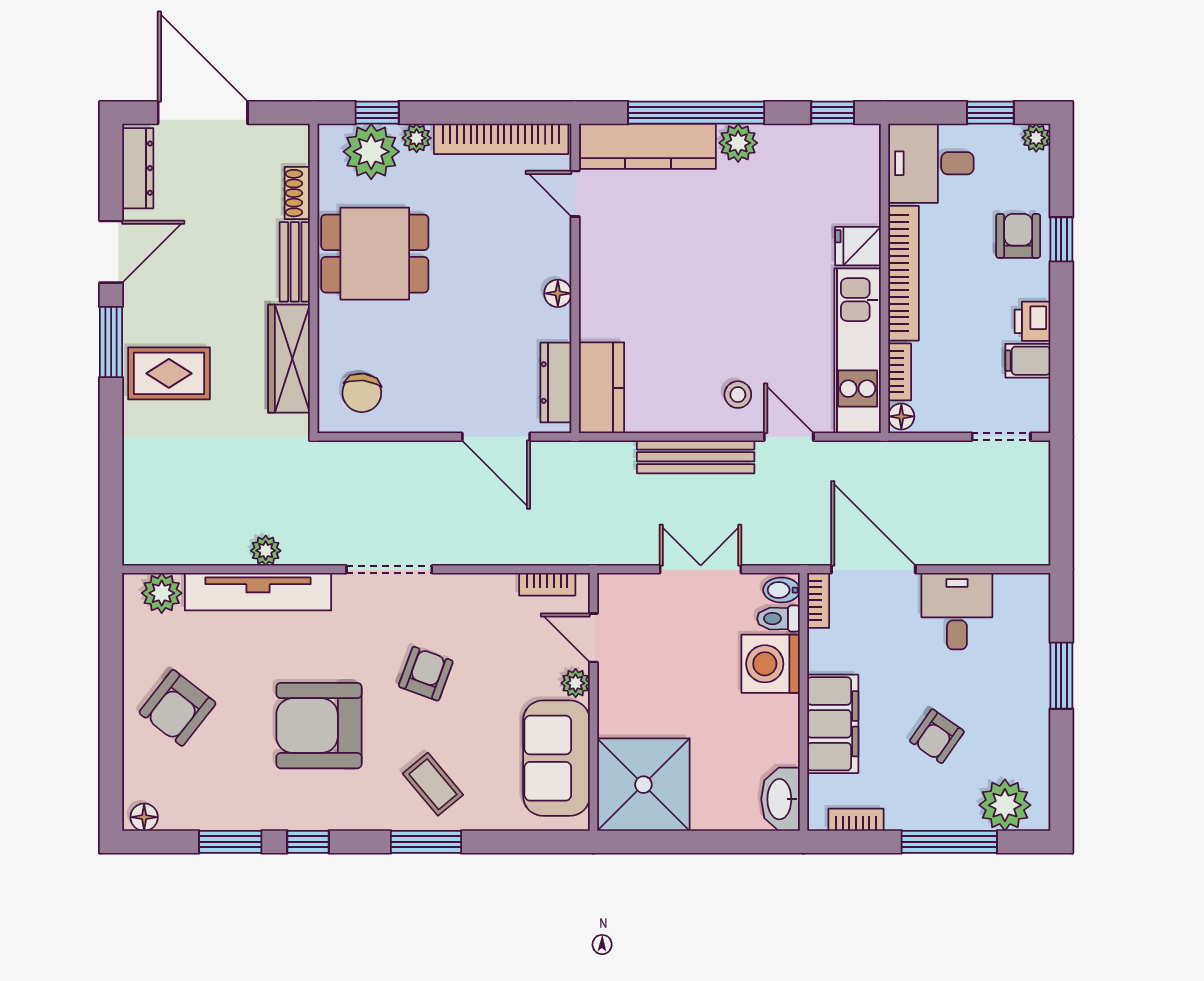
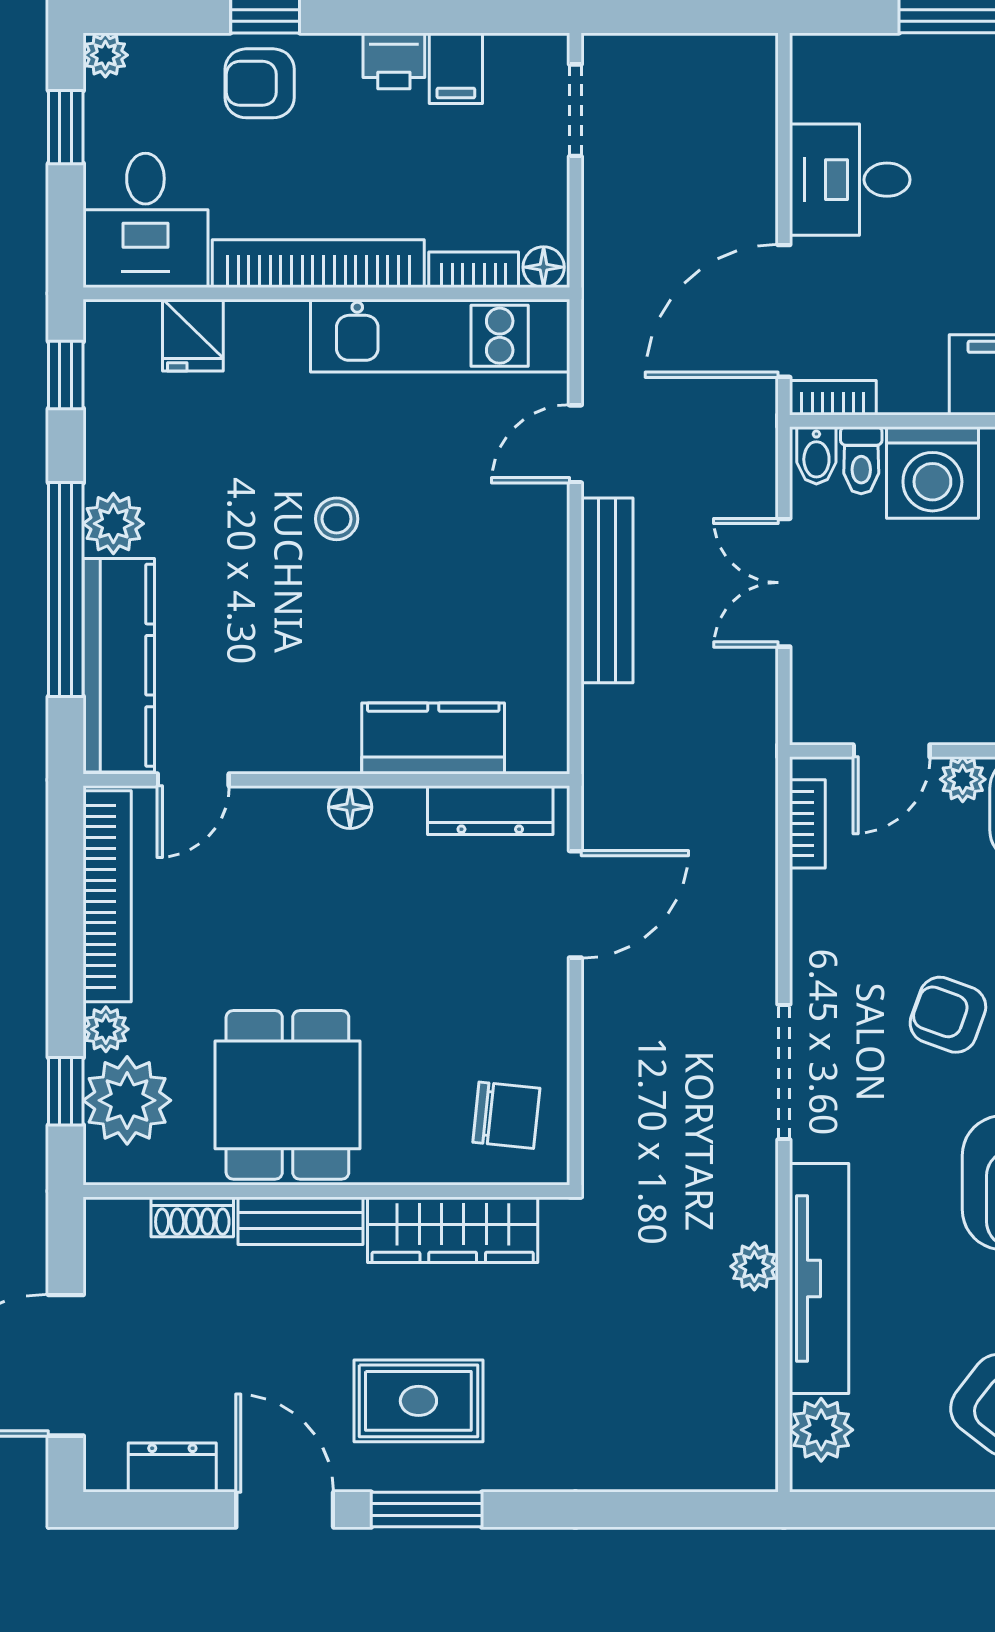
dresser: (138, 168) -> (172, 1467), width x0.70
fridge: (858, 246) -> (193, 335), moved
rug: (169, 373) -> (418, 1401), moved, turned 90
kitchen counter: (601, 388) -> (433, 738), moved
stool: (738, 395) -> (337, 519), moved

